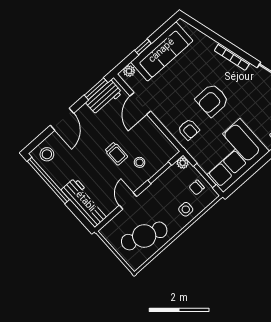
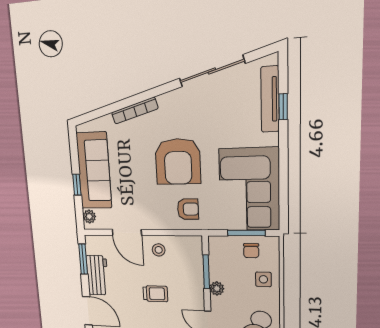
bookcase: (232, 57) -> (135, 111), moved
workbench: (104, 98) -> (97, 275), moved
armchair: (212, 100) -> (178, 162), width x1.36, depth x1.36
stool: (140, 162) -> (159, 250), moved
plant: (183, 163) -> (217, 288), moved

